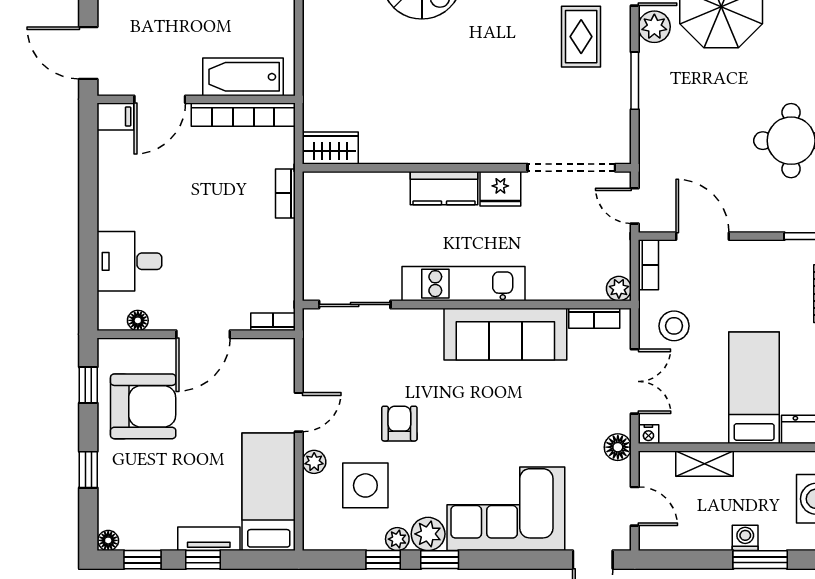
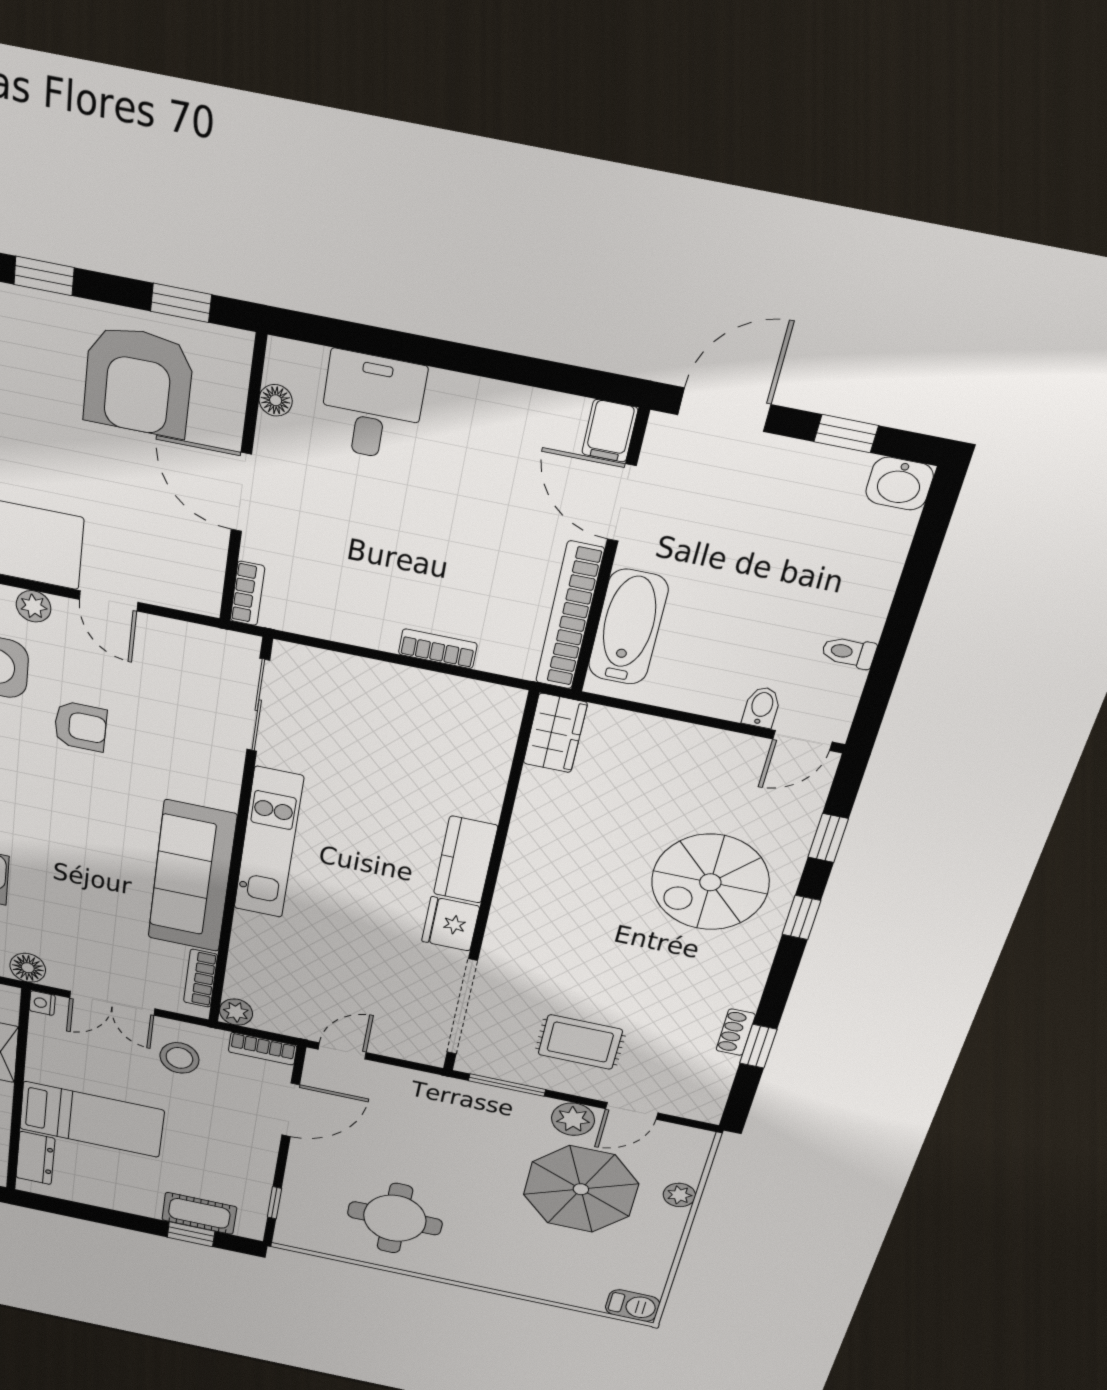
wardrobe: (330, 148) -> (555, 733), moved
wall: (467, 168) -> (488, 892), moved
doorway: (571, 168) -> (462, 1007), moved
kitchen counter: (444, 188) -> (465, 860), moved
fridge: (500, 189) -> (451, 924), moved

